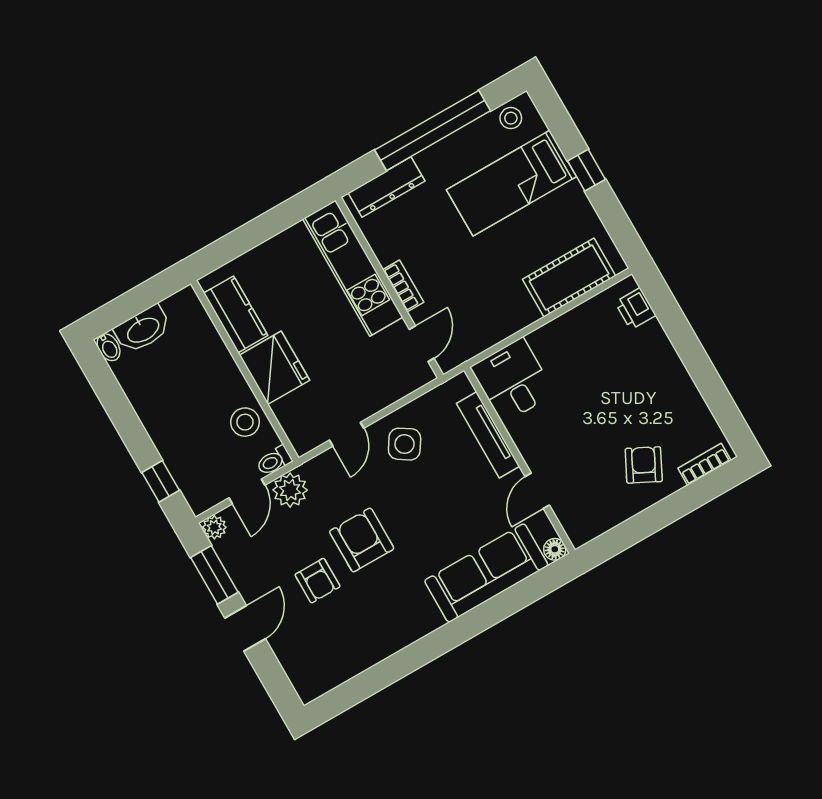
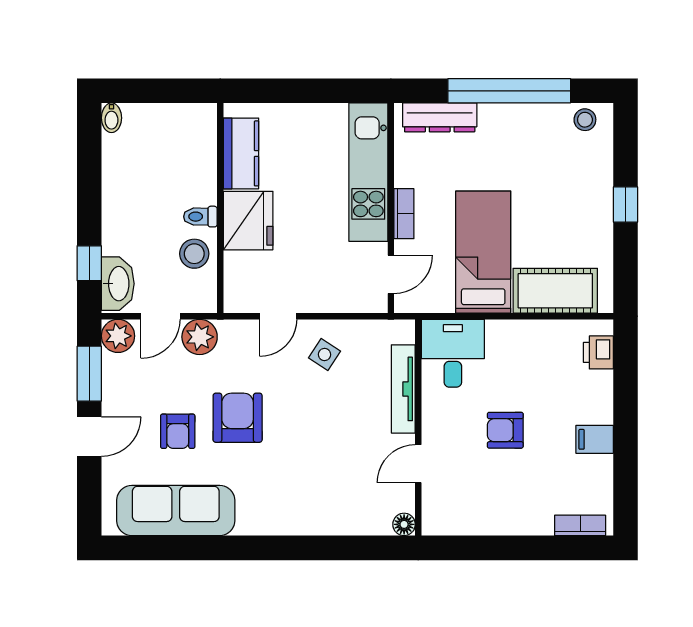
bed: (511, 183) -> (483, 252), moved, turned 90
washbasin: (143, 329) -> (118, 284), moved, turned -90
filing cabinet: (675, 384) -> (595, 439), added
side table: (405, 444) -> (324, 355), width x0.73, depth x0.73
toilet: (274, 461) -> (200, 217), moved
armchair: (644, 465) -> (505, 430), moved, turned -117
plant: (214, 527) -> (118, 336), width x1.38, depth x1.38
sofa: (486, 573) -> (176, 511), moved

